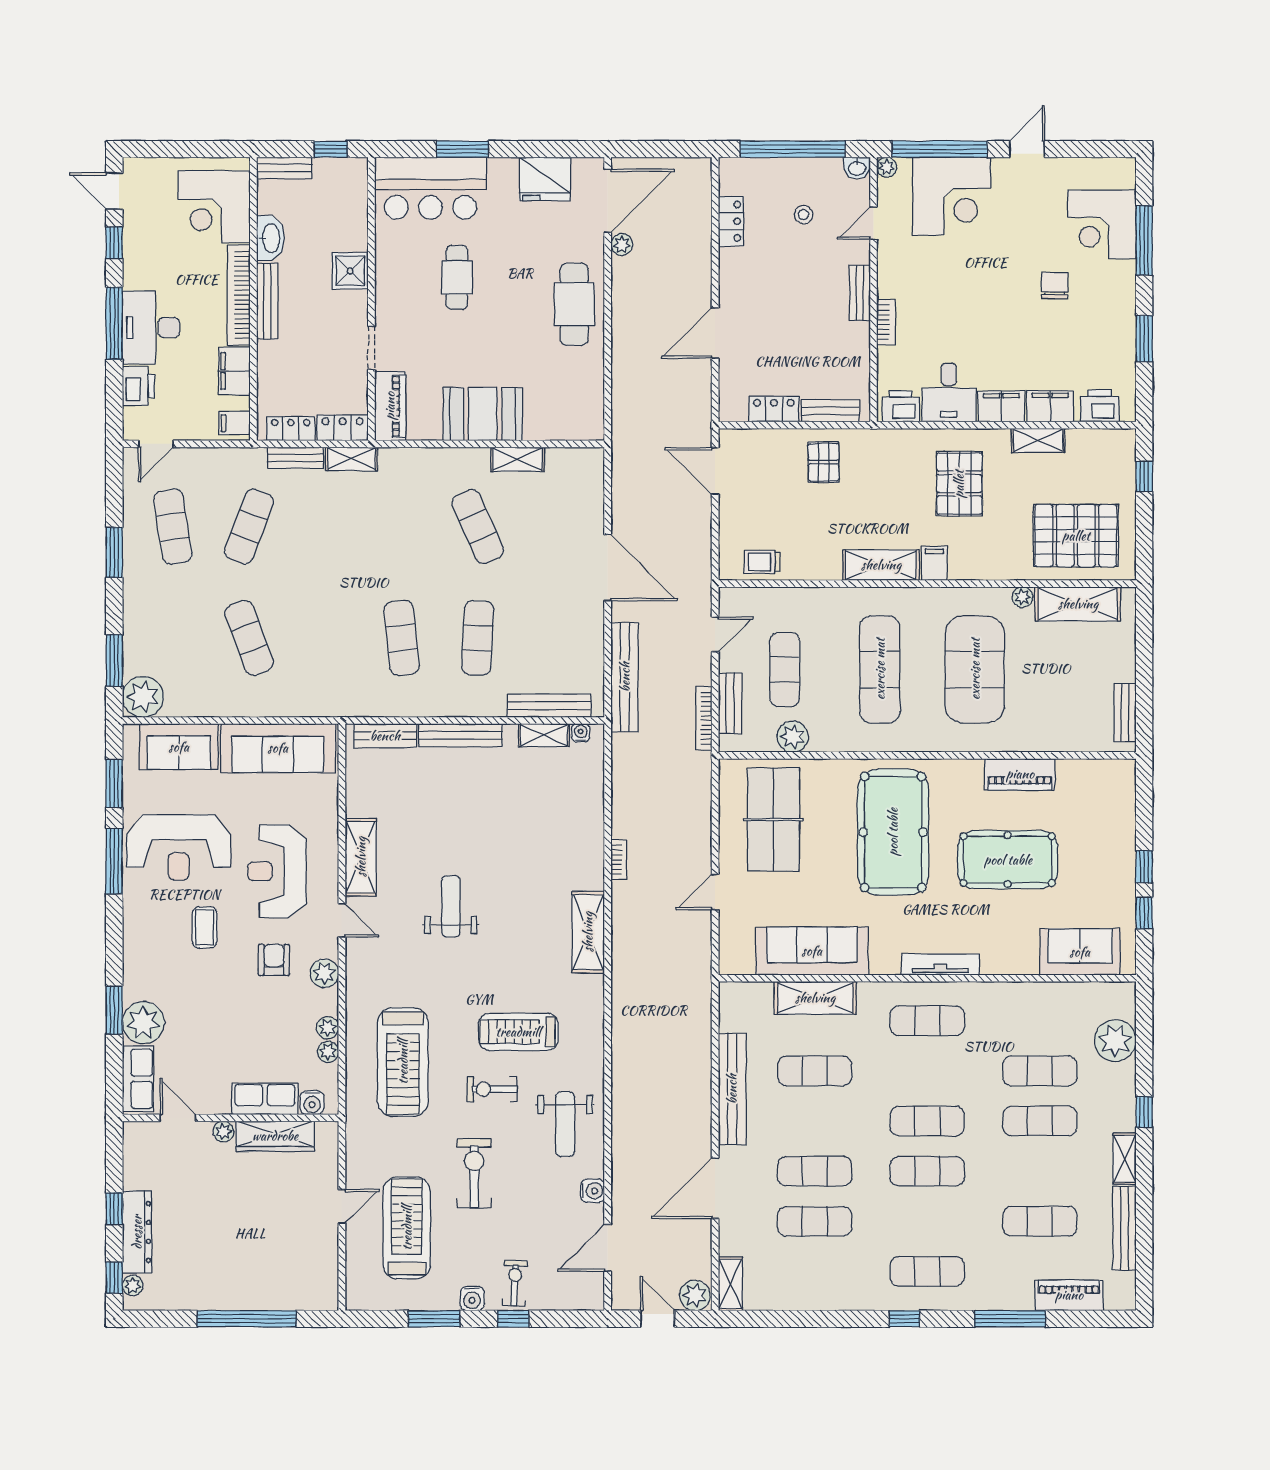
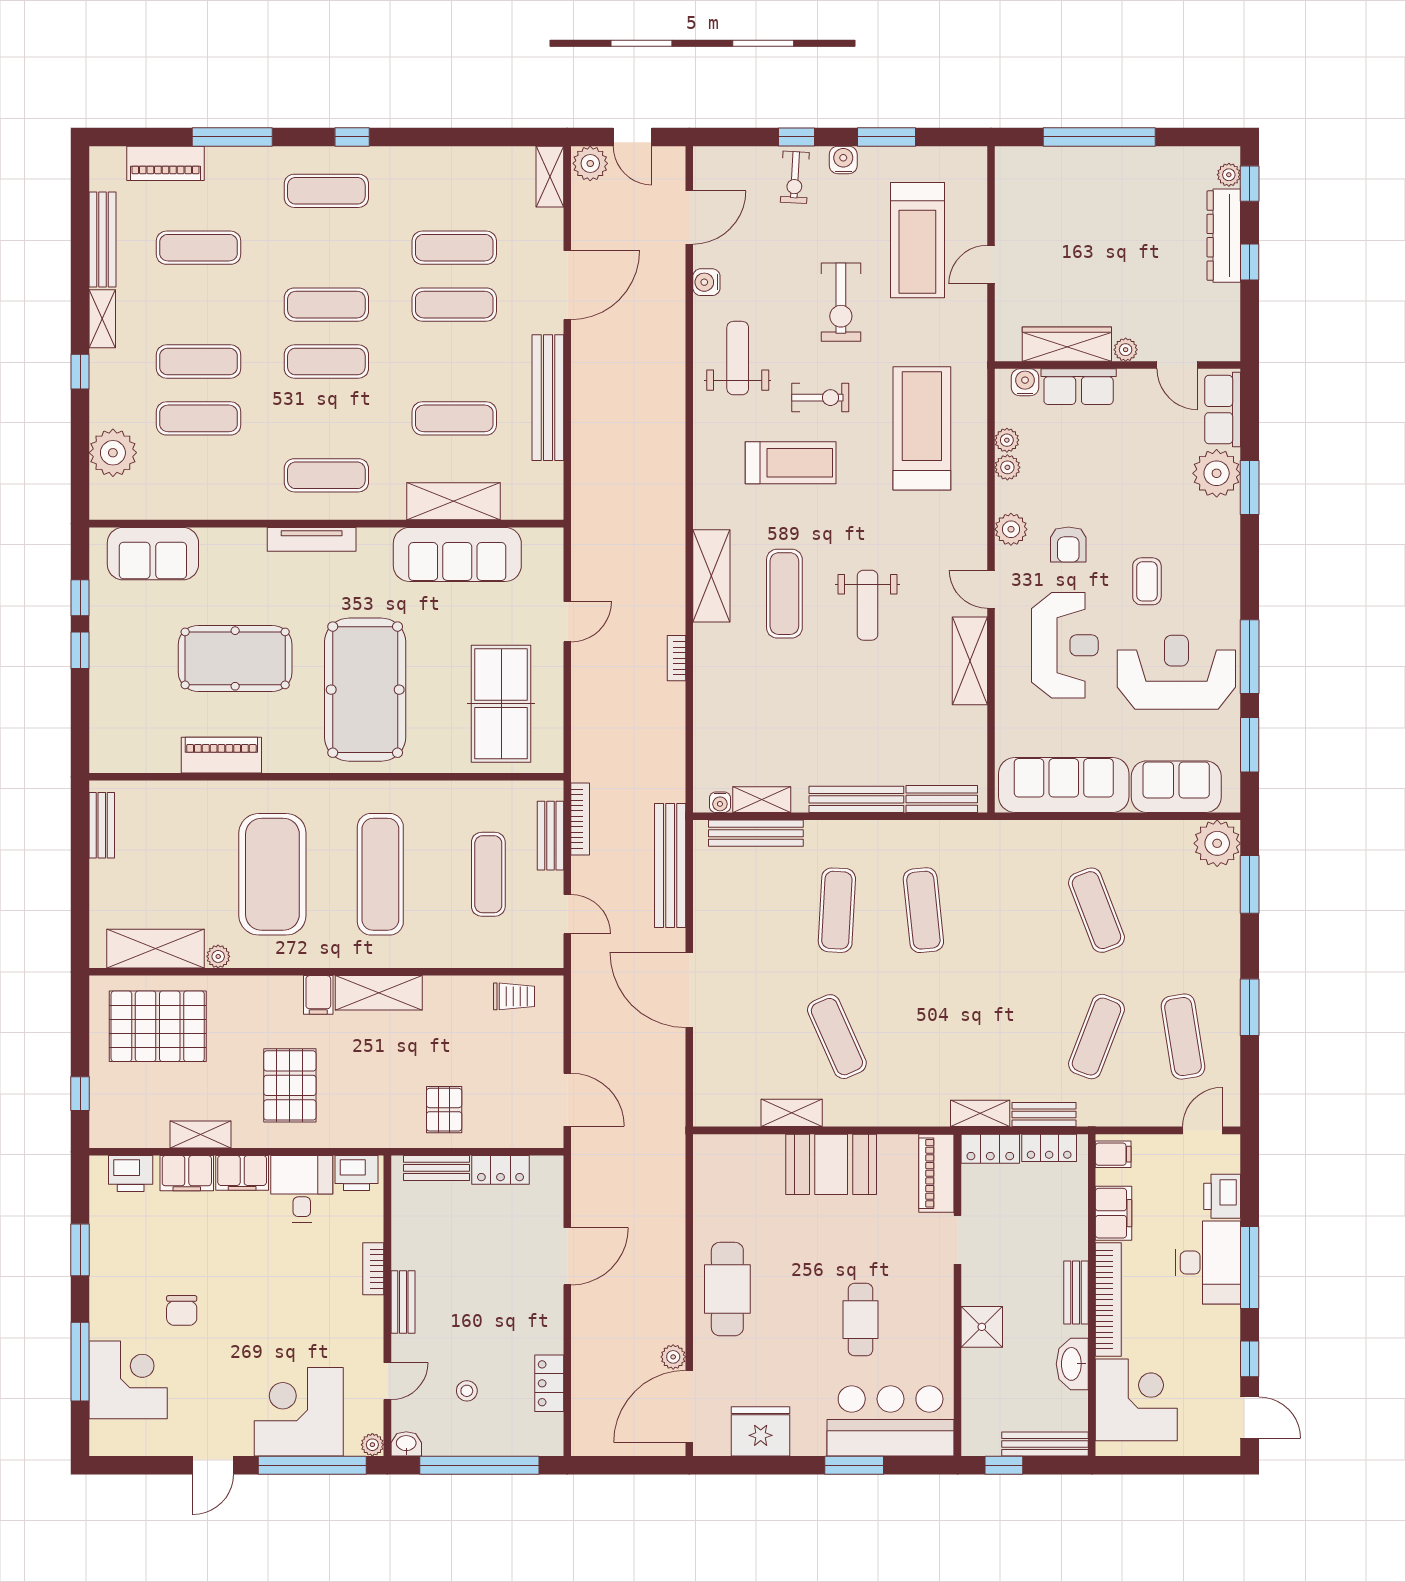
bench: (284, 168) -> (1045, 1444), width x1.36
bench: (267, 301) -> (1076, 1292), width x0.73
door: (715, 634) -> (567, 914), swing flipped
plant: (793, 737) -> (479, 798), removed
exercise mat: (524, 917) -> (784, 594), added

